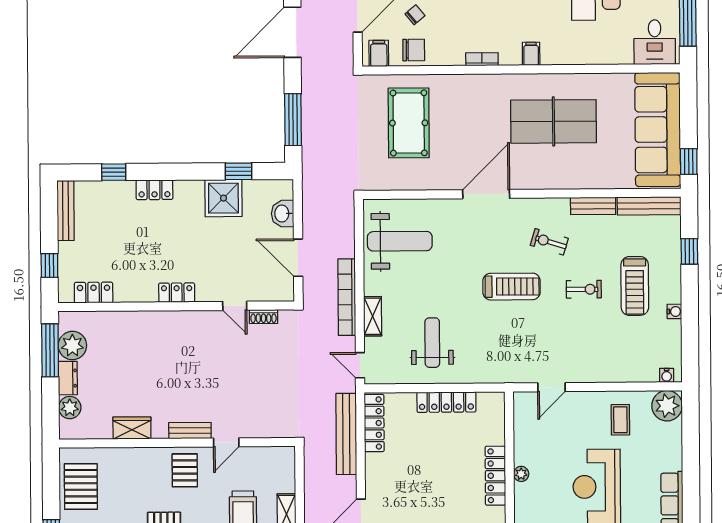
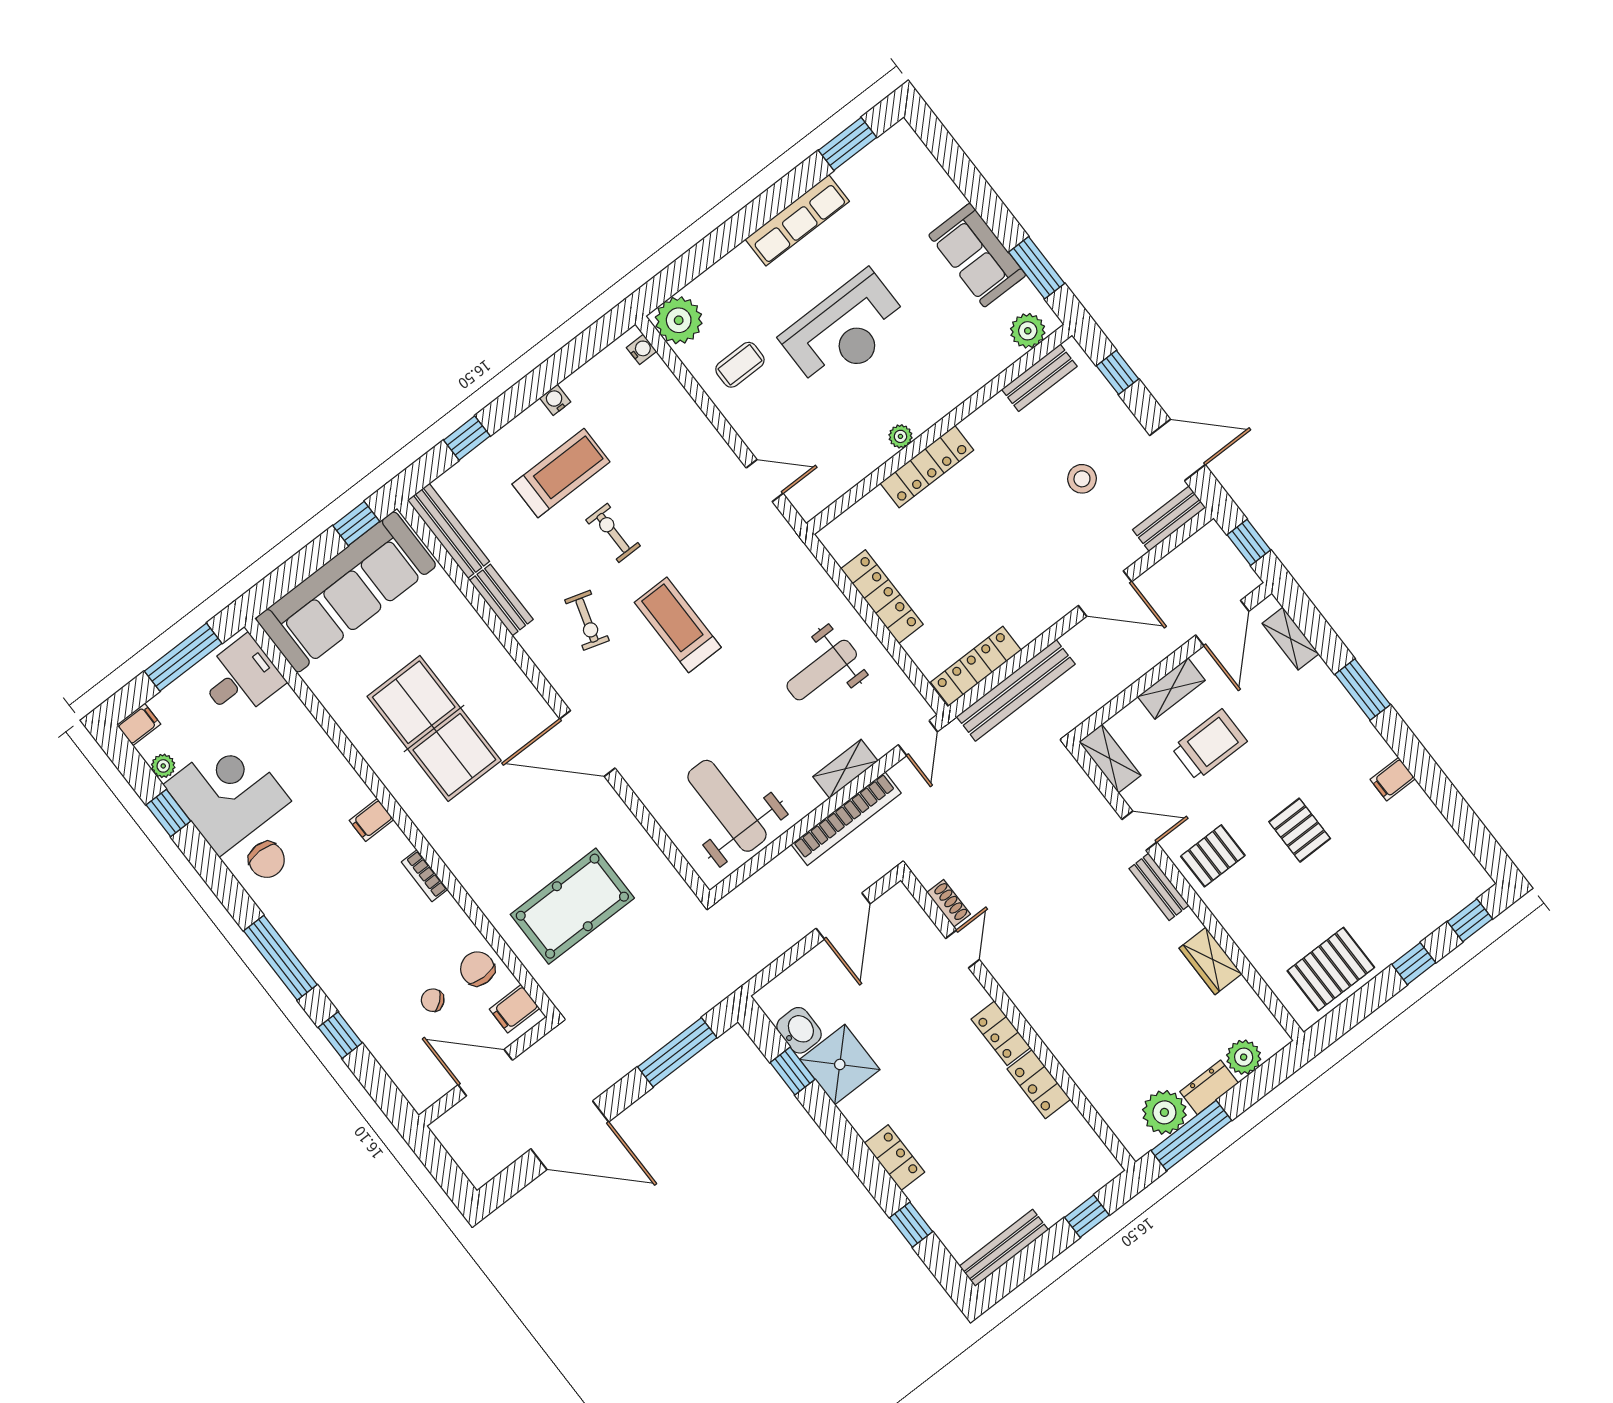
washbasin: (282, 214) -> (799, 1030), moved, turned -90
locker: (94, 293) -> (1039, 1084), moved
shelving: (275, 456) -> (1110, 759), added

